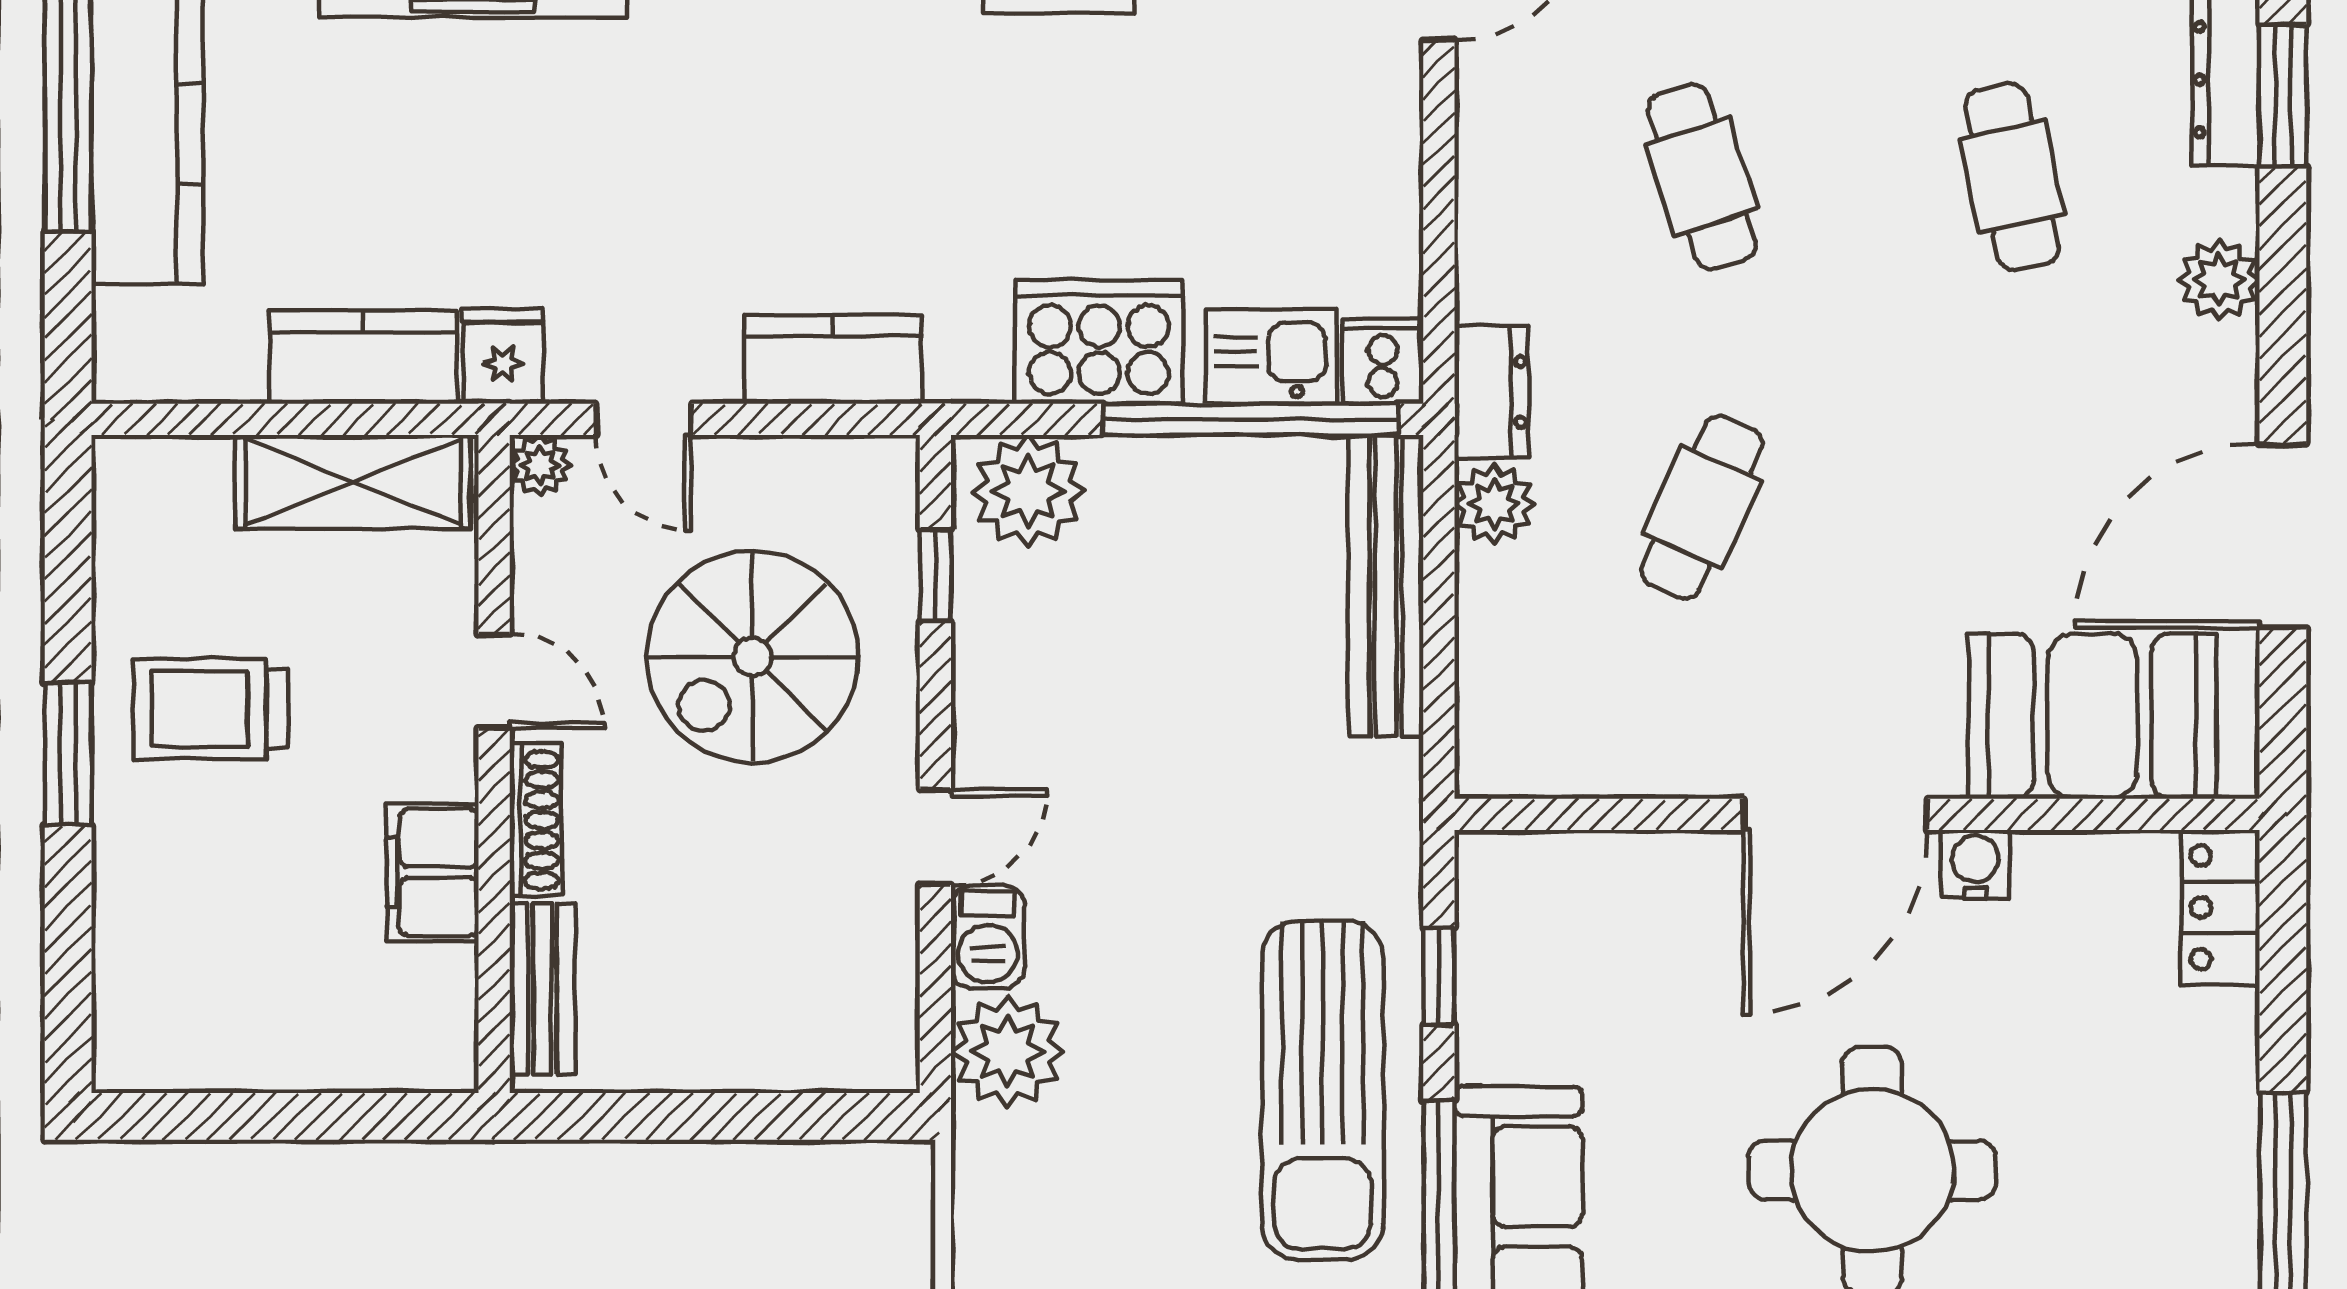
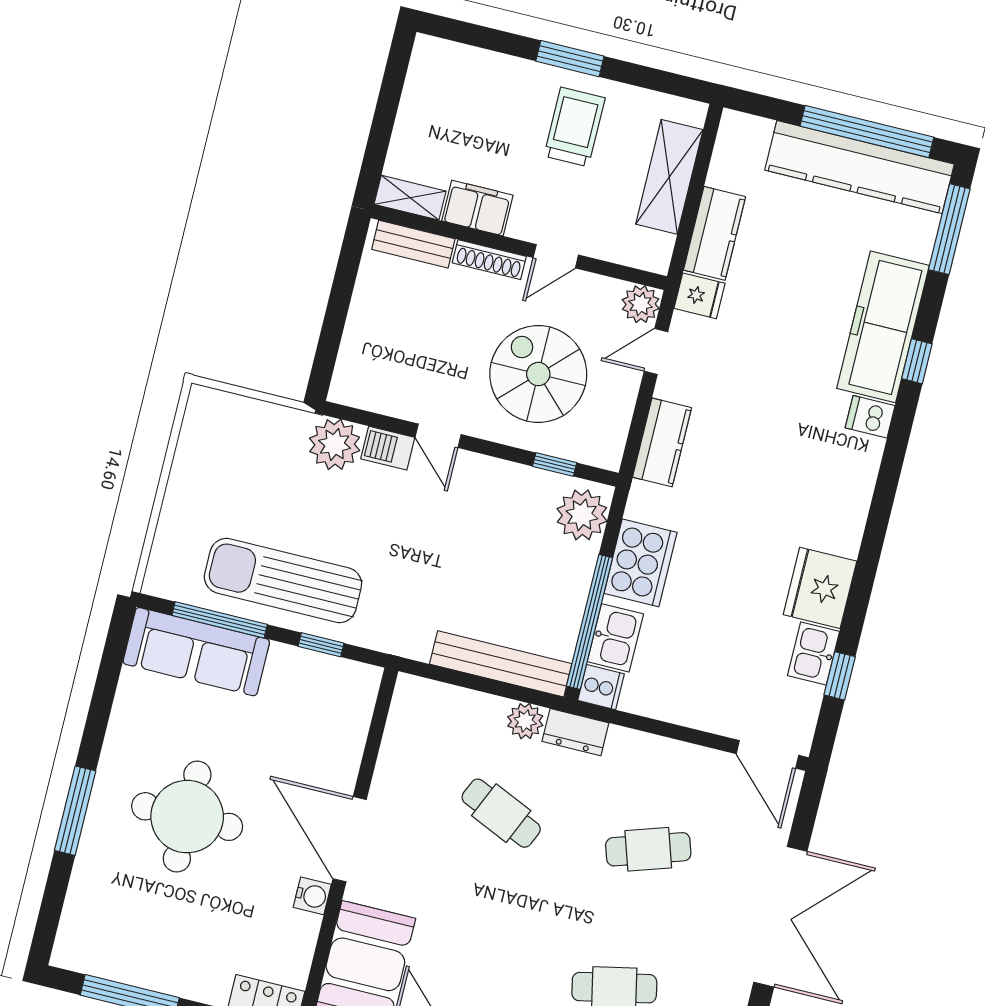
plant: (540, 465) -> (641, 304), width x1.38, depth x1.38
shelving: (353, 482) -> (669, 177), moved
shelving: (446, 1020) -> (410, 198), added

